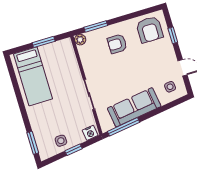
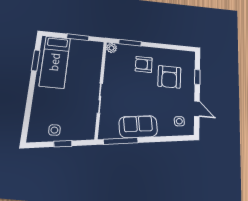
armchair: (150, 30) -> (169, 77), moved
sofa: (134, 107) -> (138, 127), width x0.73
nightstand: (90, 133) -> (86, 134), removed
window: (33, 143) -> (36, 60), moved

